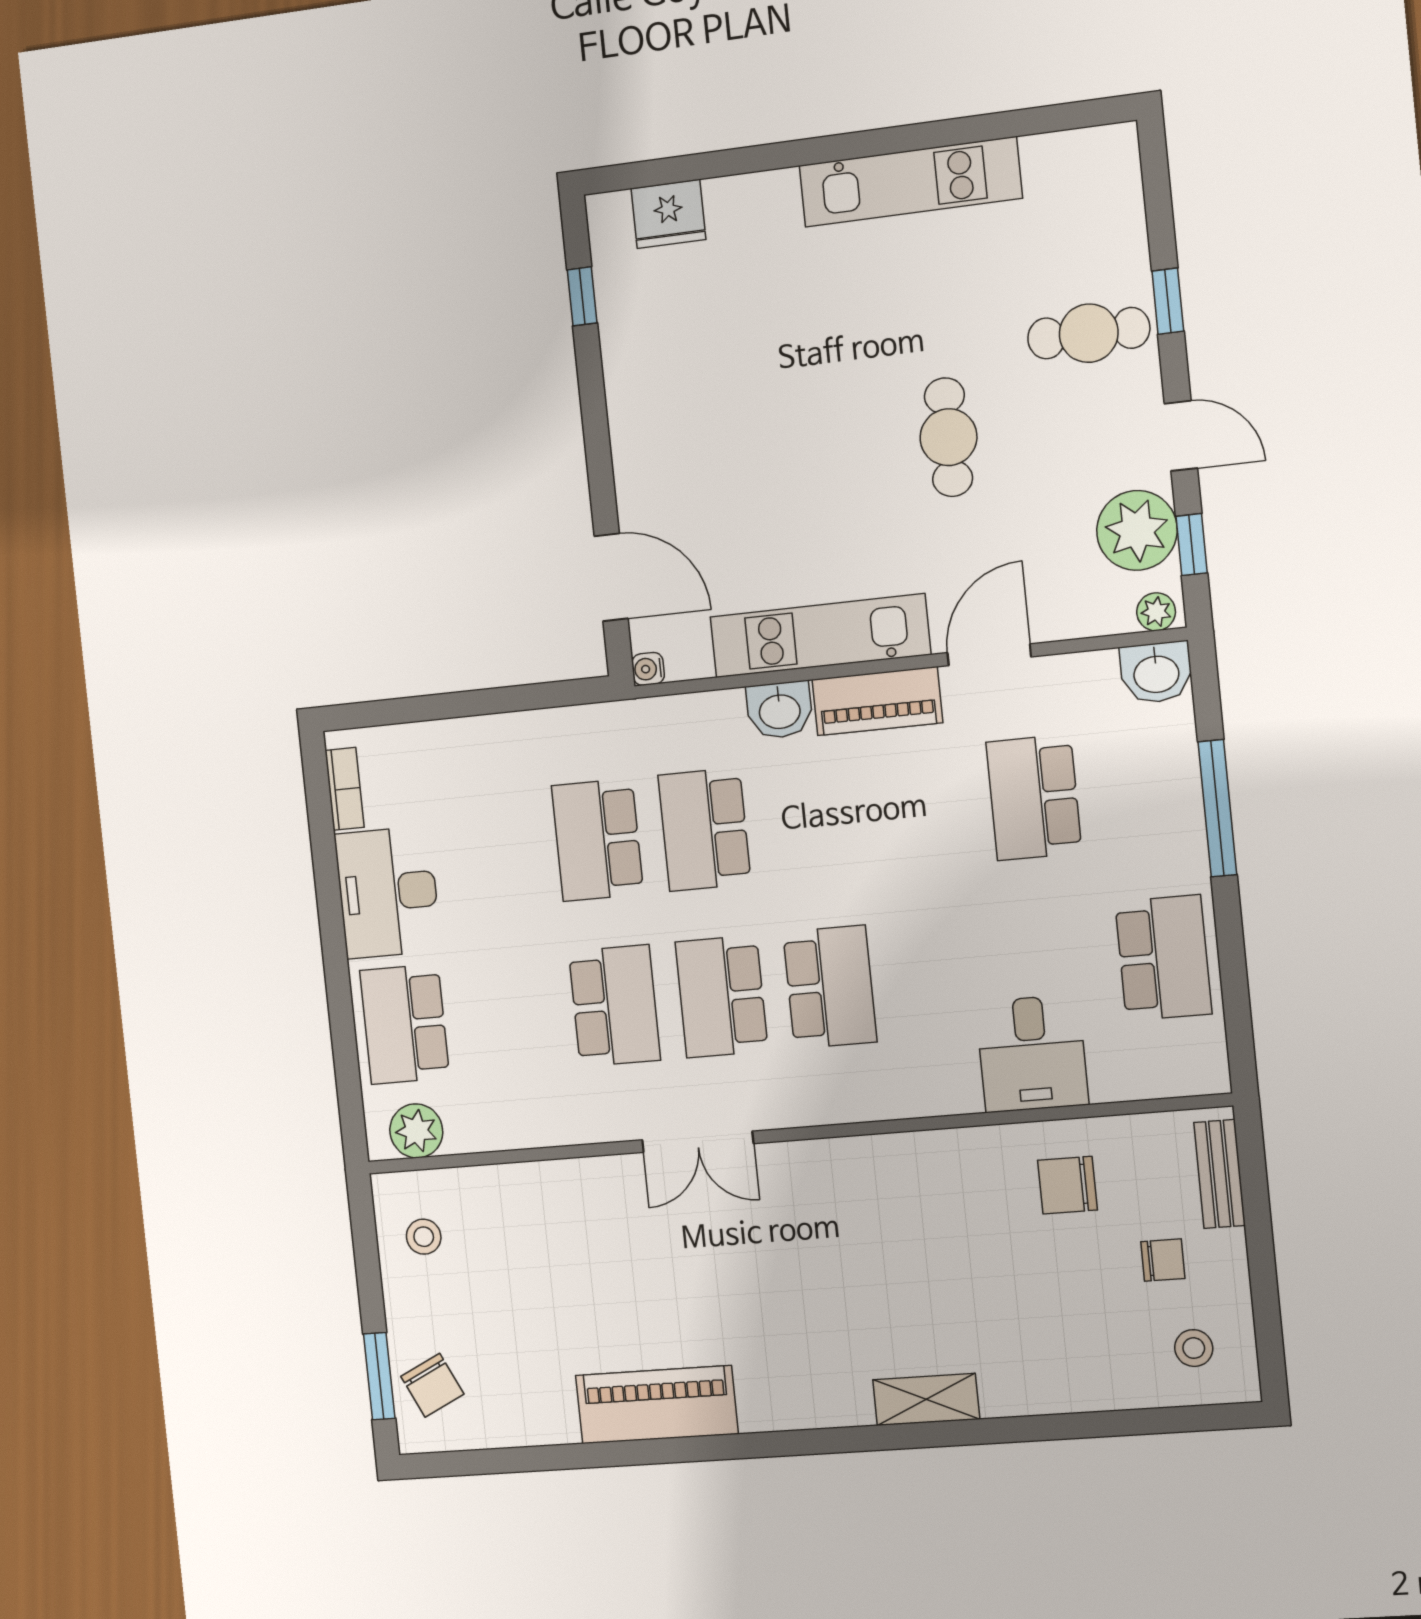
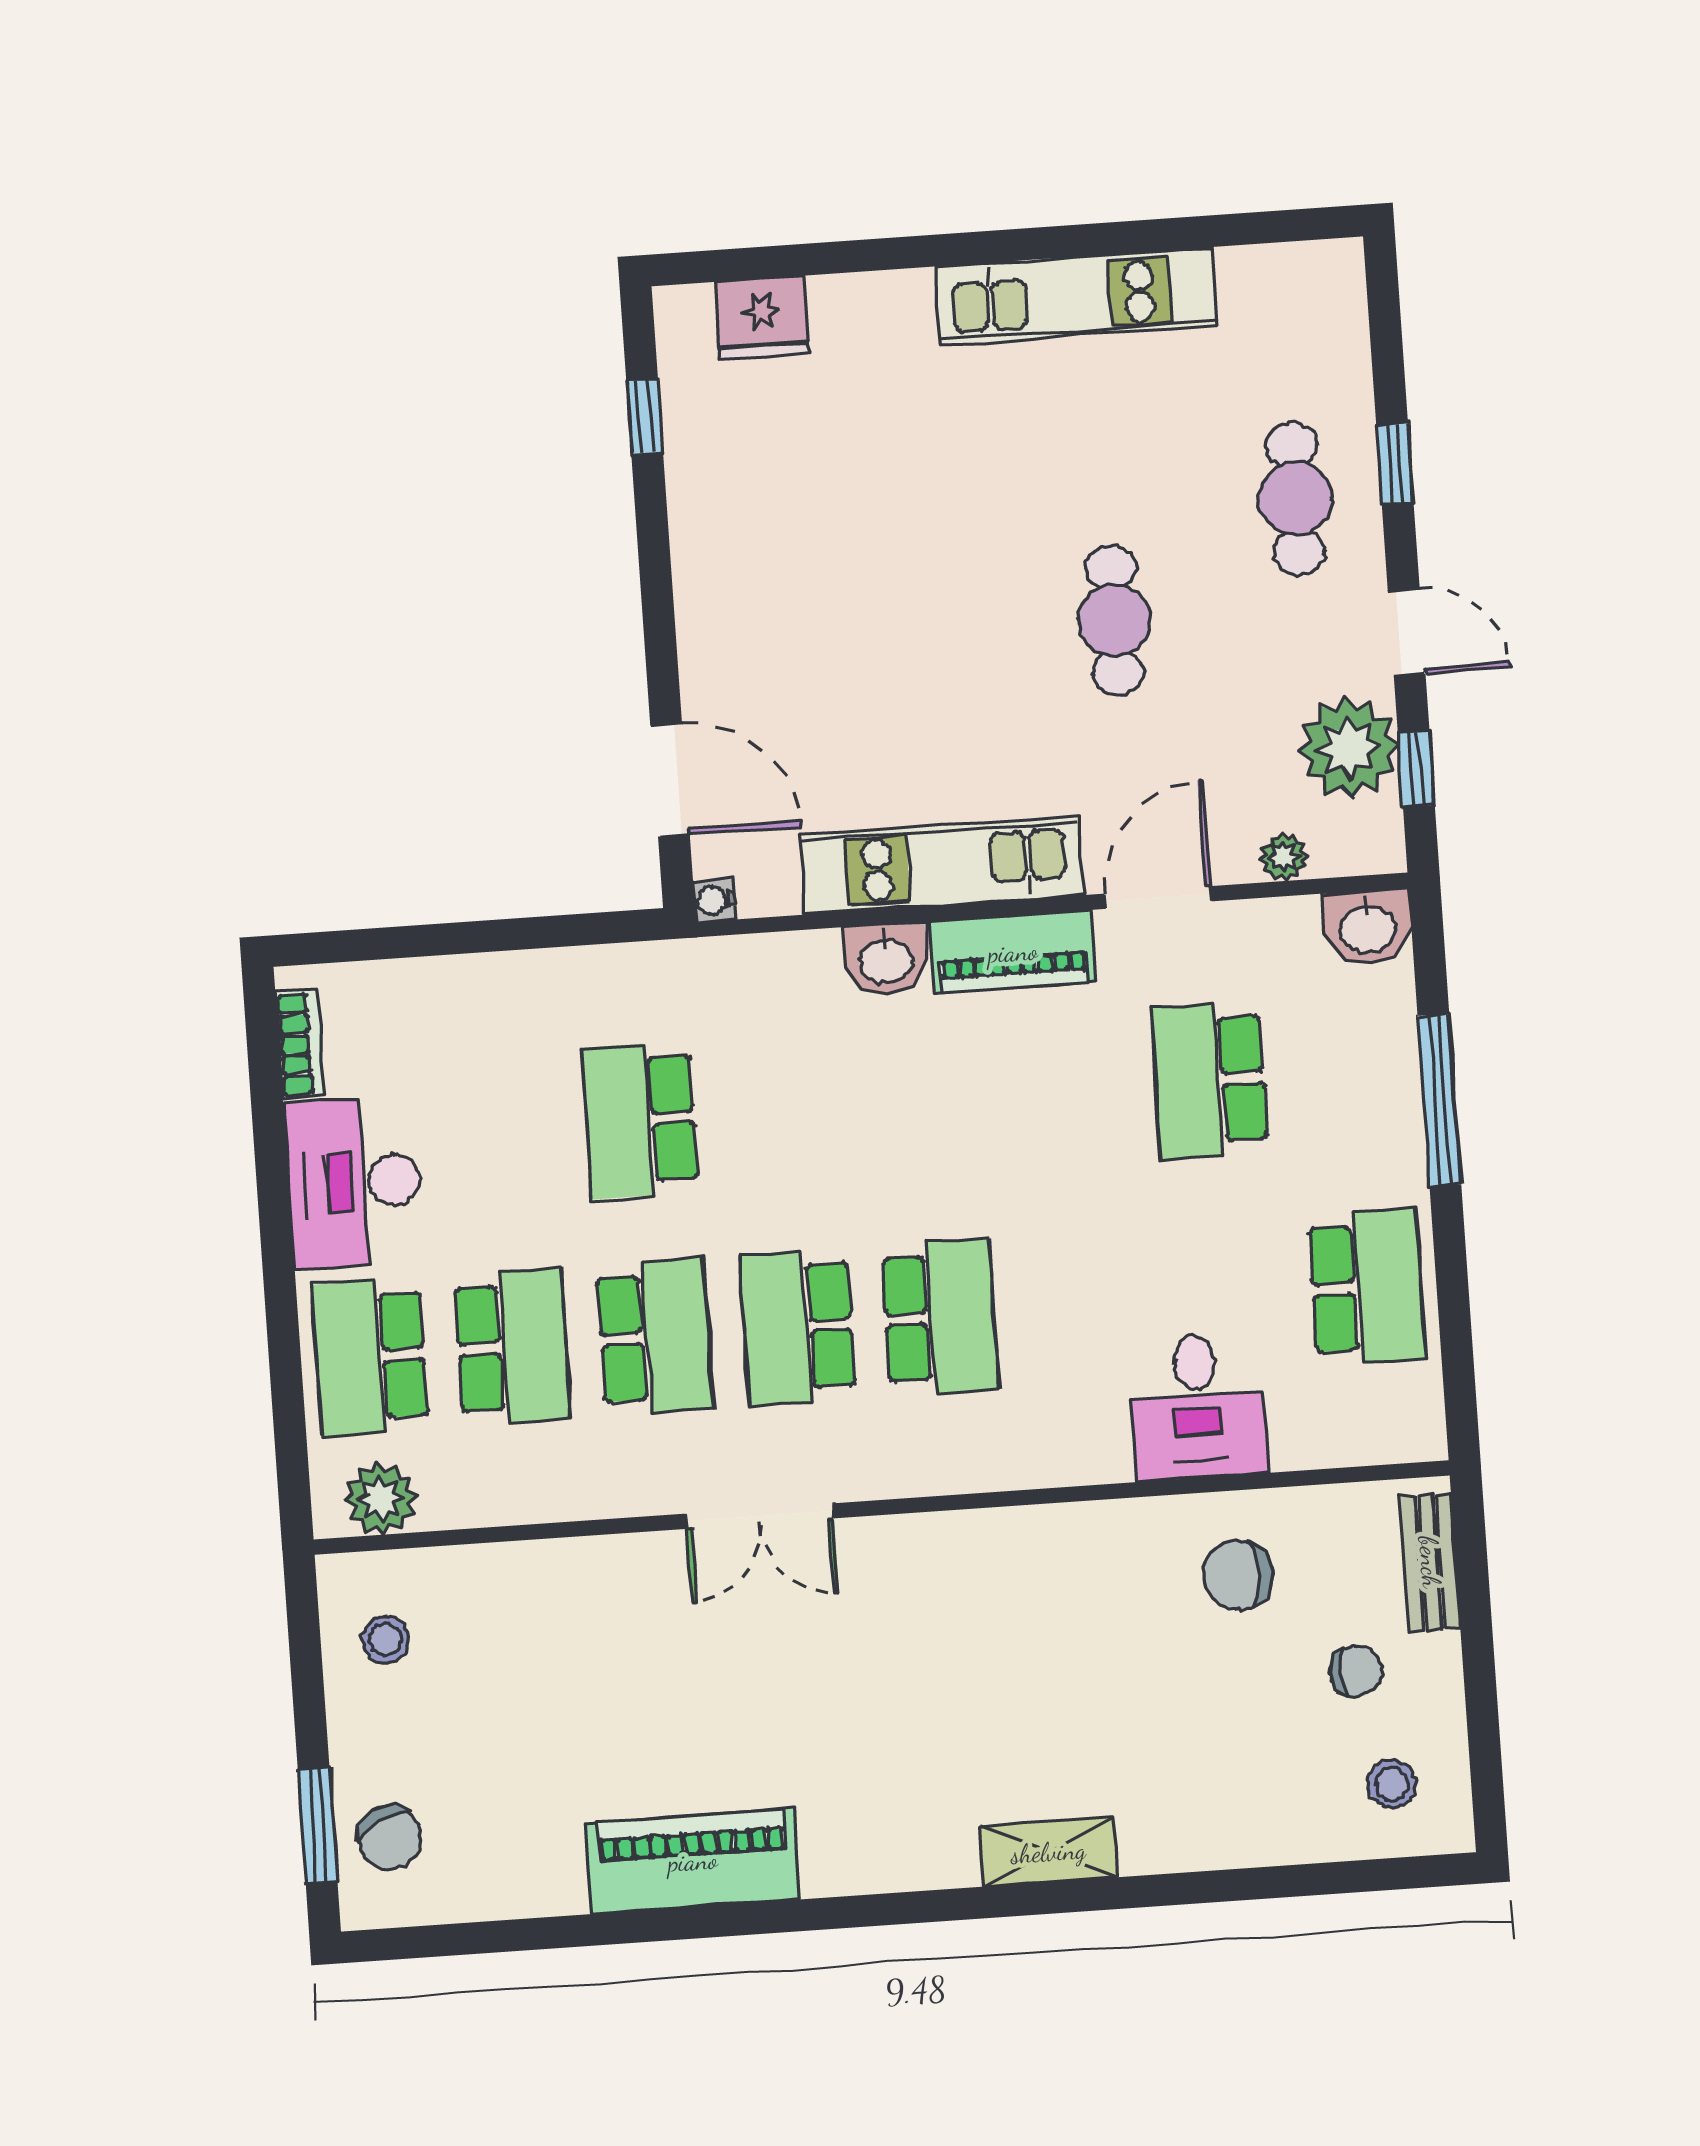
cafe table: (1089, 333) -> (1295, 498), turned 90
plant: (1156, 612) -> (1284, 857), moved
school desk: (704, 829) -> (513, 1347), moved, turned 180

